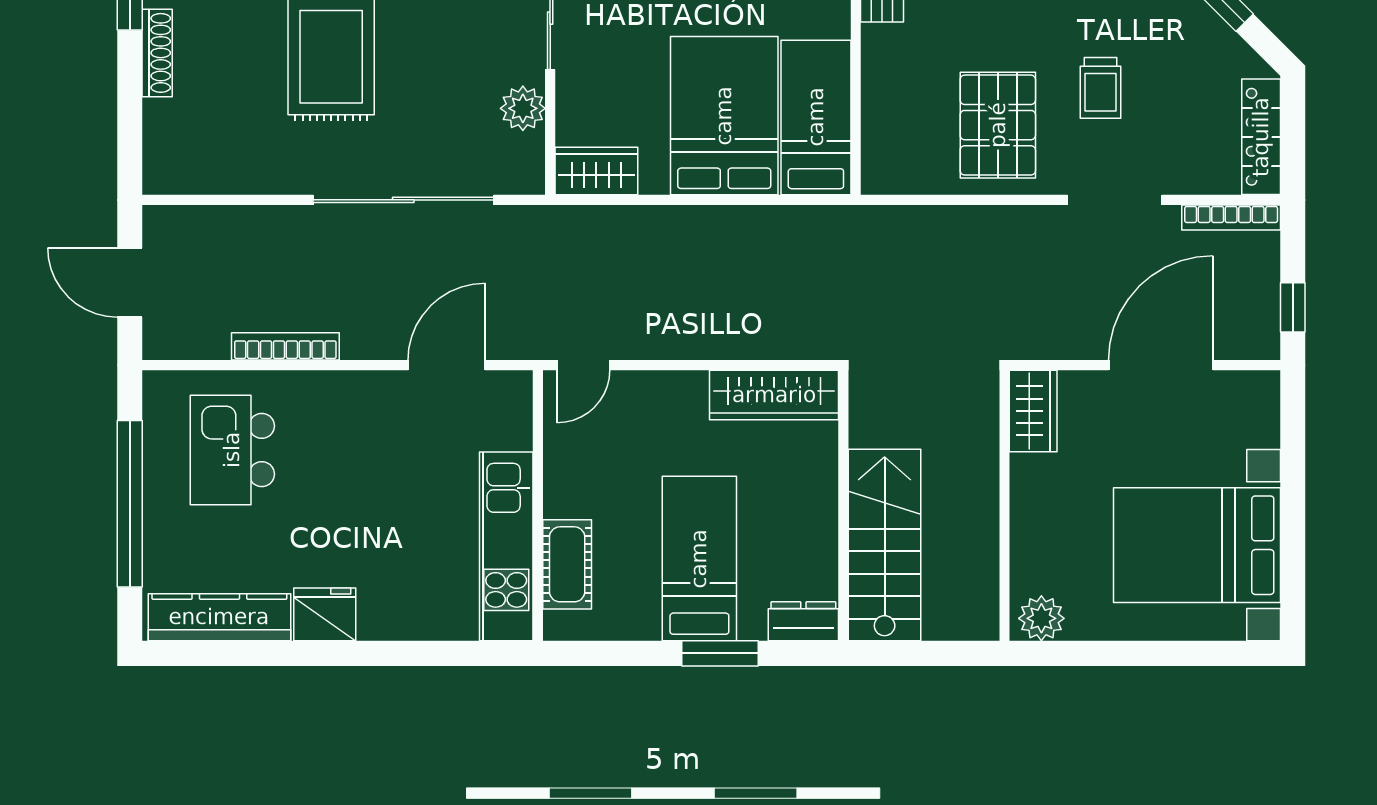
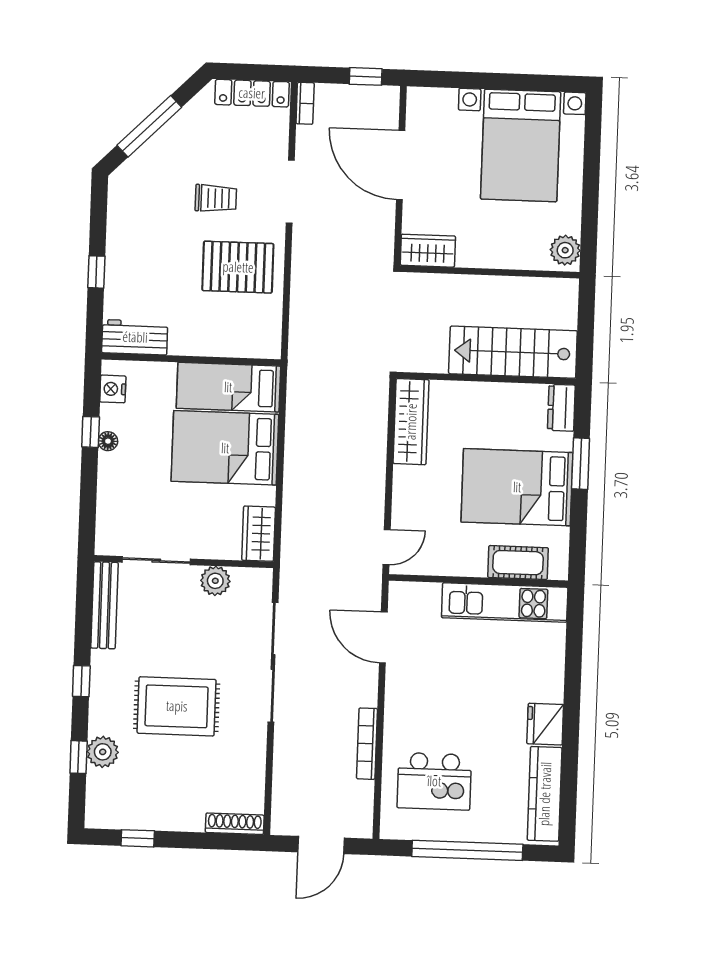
shoe rack: (157, 53) -> (235, 824), moved
bookcase: (1231, 217) -> (305, 103), width x0.64
door: (583, 365) -> (387, 547), hinge flipped
bed: (699, 559) -> (517, 487), width x1.50

